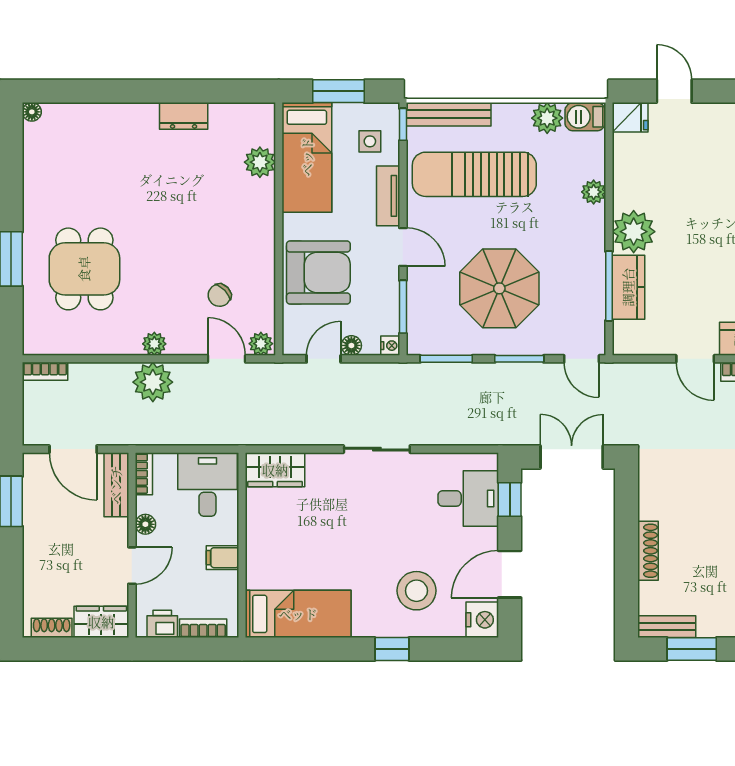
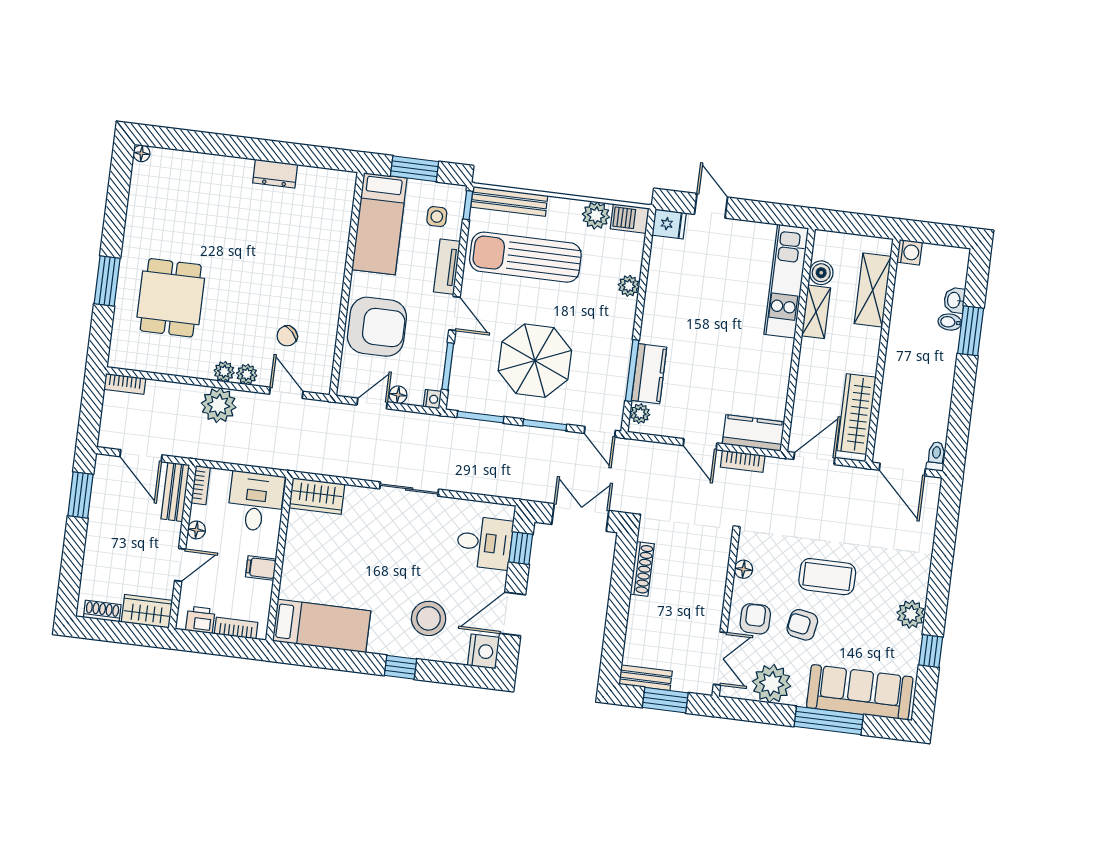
plant: (260, 162) -> (337, 223), removed
plant: (634, 232) -> (640, 414), moved, width x0.53, depth x0.53
plant: (261, 344) -> (247, 374), moved
shoe rack: (648, 551) -> (642, 569), moved

